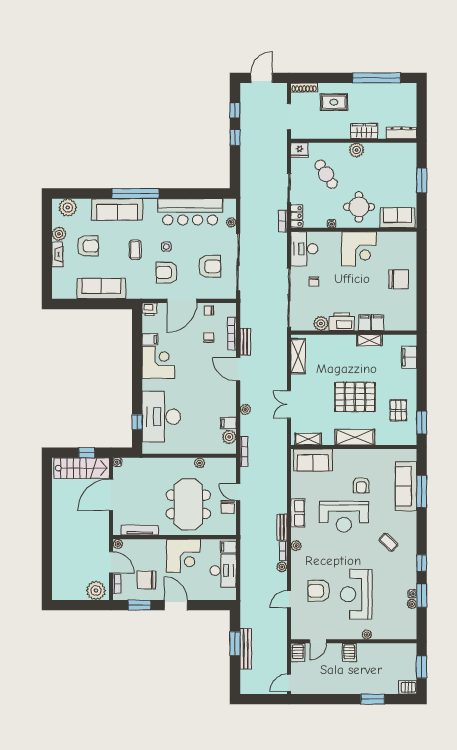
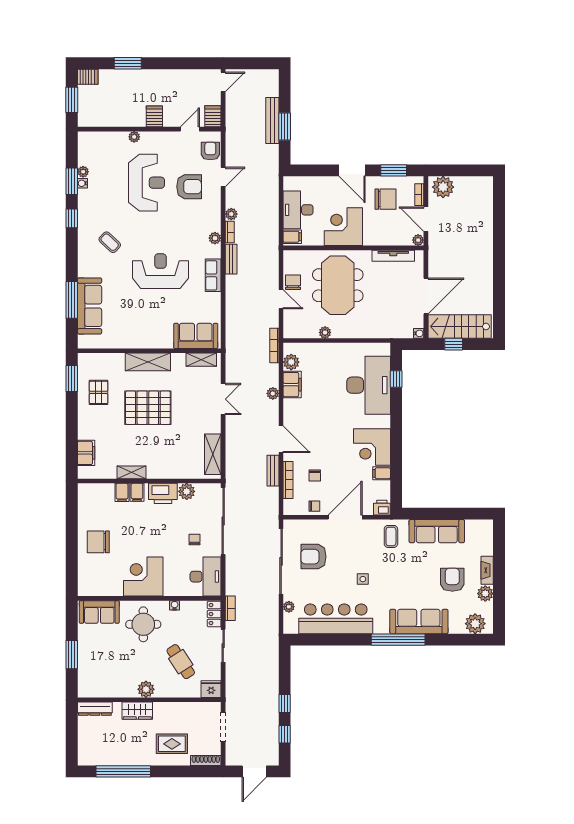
armchair: (88, 246) -> (452, 580), turned 90
coffee table: (135, 250) -> (391, 536), moved
armchair: (167, 272) -> (363, 550), removed
filing cabinet: (228, 423) -> (292, 385), width x2.00
armchair: (361, 485) -> (210, 151), moved

